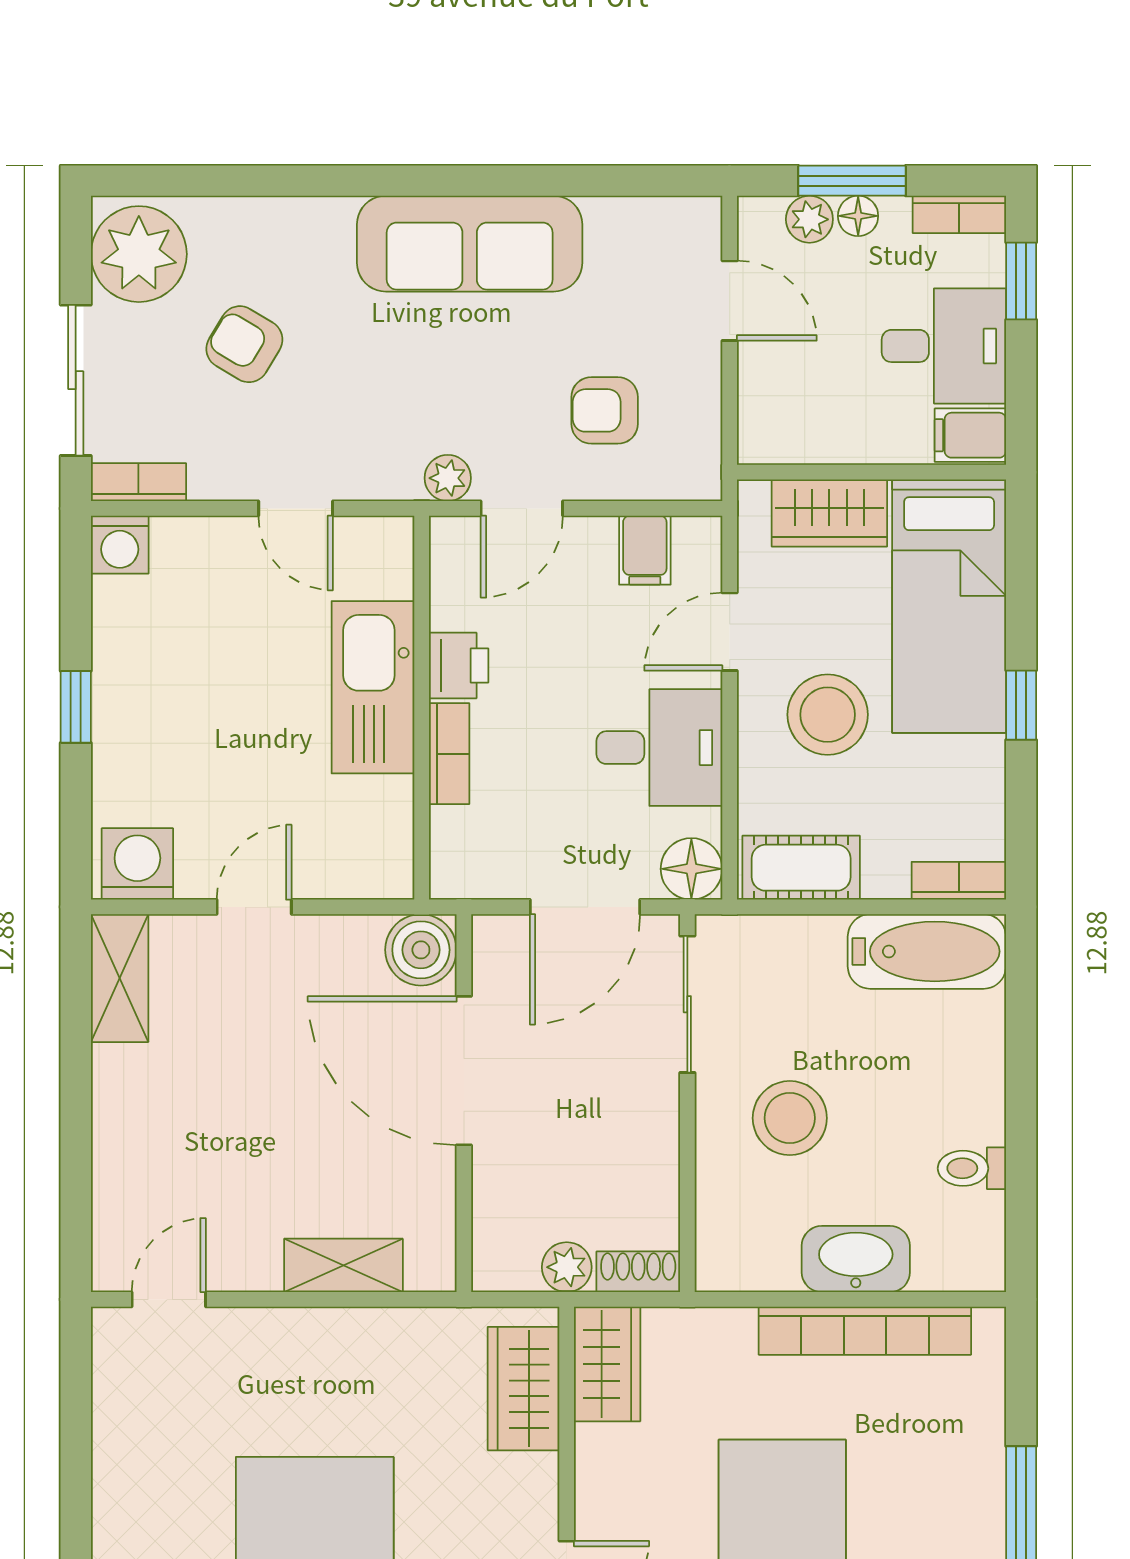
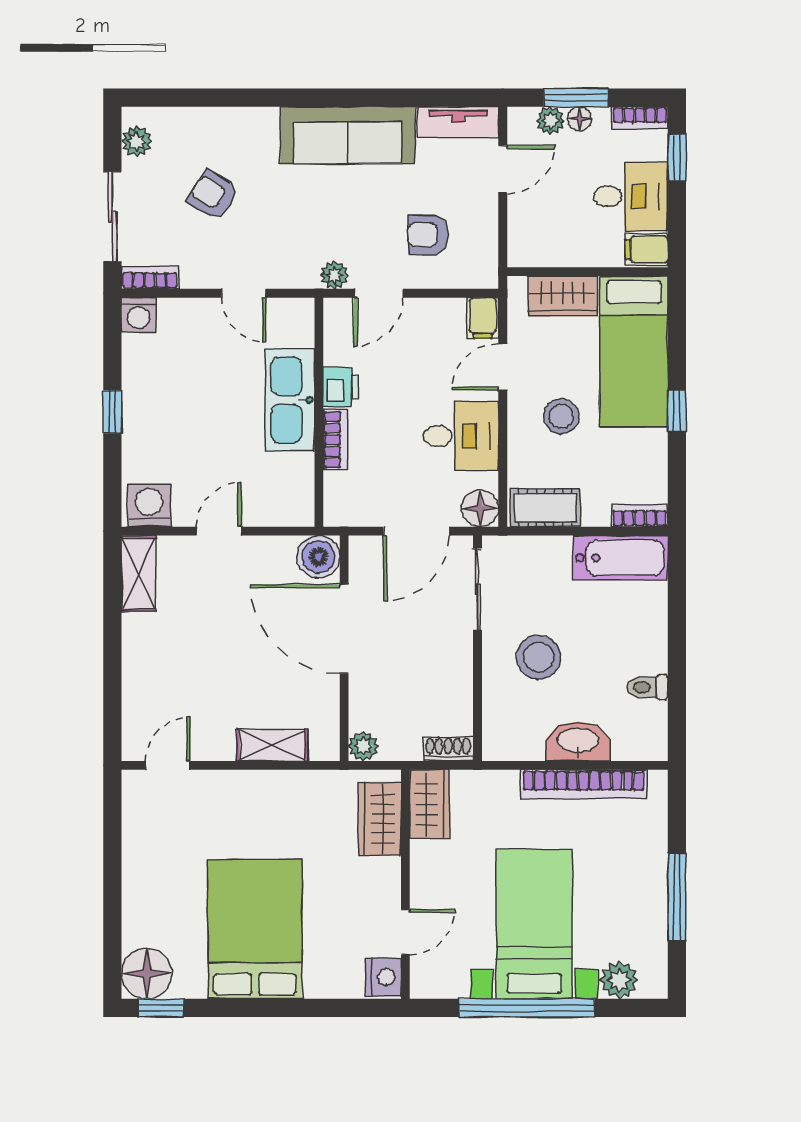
tv unit: (655, 222) -> (458, 122), added
plant: (139, 254) -> (137, 141), width x0.53, depth x0.53
door: (730, 301) -> (503, 169), hinge flipped
filing cabinet: (645, 550) -> (483, 318), moved
stool: (828, 715) -> (561, 416), width x0.73, depth x0.73
plant: (567, 1267) -> (363, 746), moved

